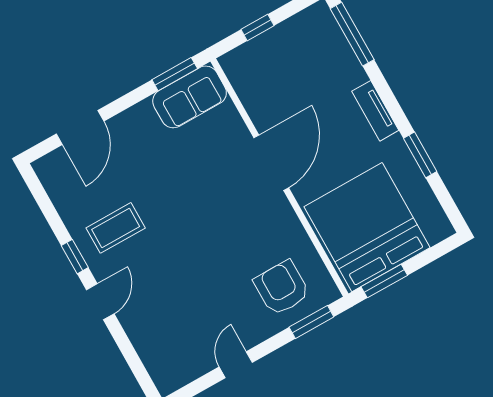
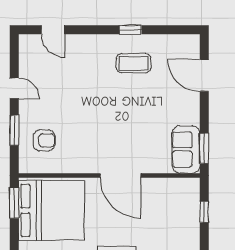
coffee table: (116, 228) -> (134, 63), turned 90
armchair: (282, 288) -> (44, 140), width x0.72, depth x0.72
door: (100, 302) -> (53, 30), moved
window: (311, 322) -> (14, 130), moved

